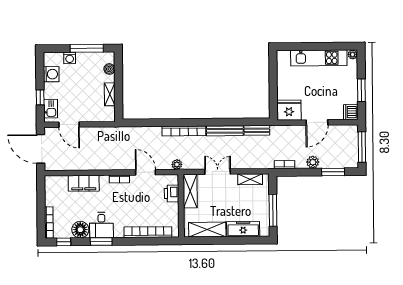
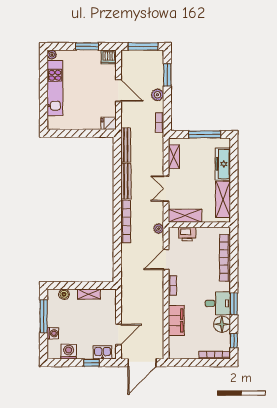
fridge: (289, 110) -> (109, 123), width x0.53, depth x0.75
bench: (257, 130) -> (126, 145), width x1.36

